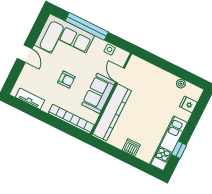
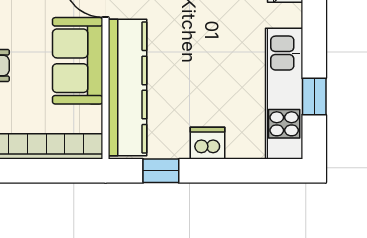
window: (109, 149) -> (161, 171), added

